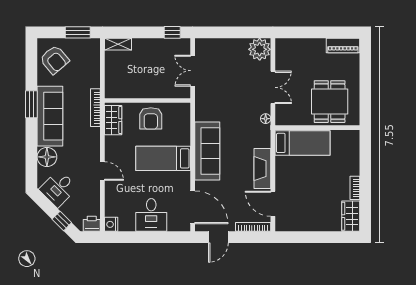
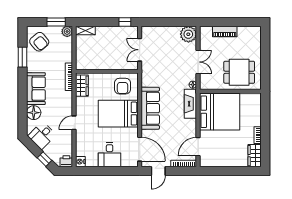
plant: (93, 46) -> (67, 31), added
piano: (343, 46) -> (225, 32), moved
dining table: (330, 102) -> (239, 72), turned 90
window: (31, 104) -> (22, 57), moved
sofa: (50, 116) -> (36, 89), width x0.73
armchair: (151, 118) -> (123, 86), moved
bed: (302, 143) -> (220, 112), width x2.04
bed: (163, 158) -> (118, 114), width x1.50
fireplace: (262, 169) -> (190, 104), moved
door: (102, 171) -> (74, 123), swing flipped
door: (273, 204) -> (198, 147), hinge flipped

